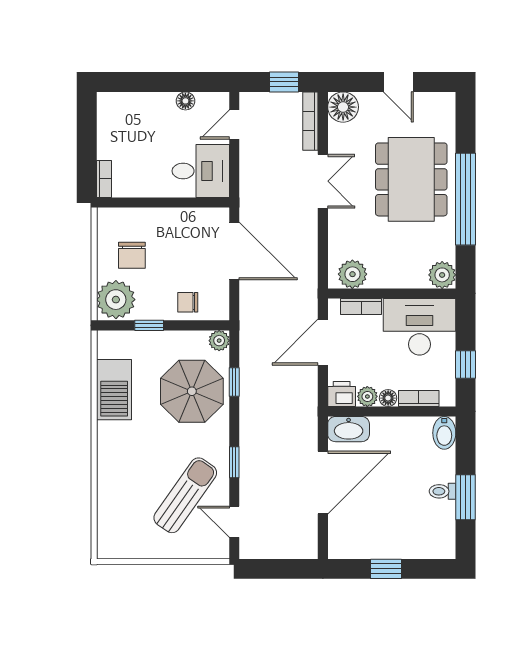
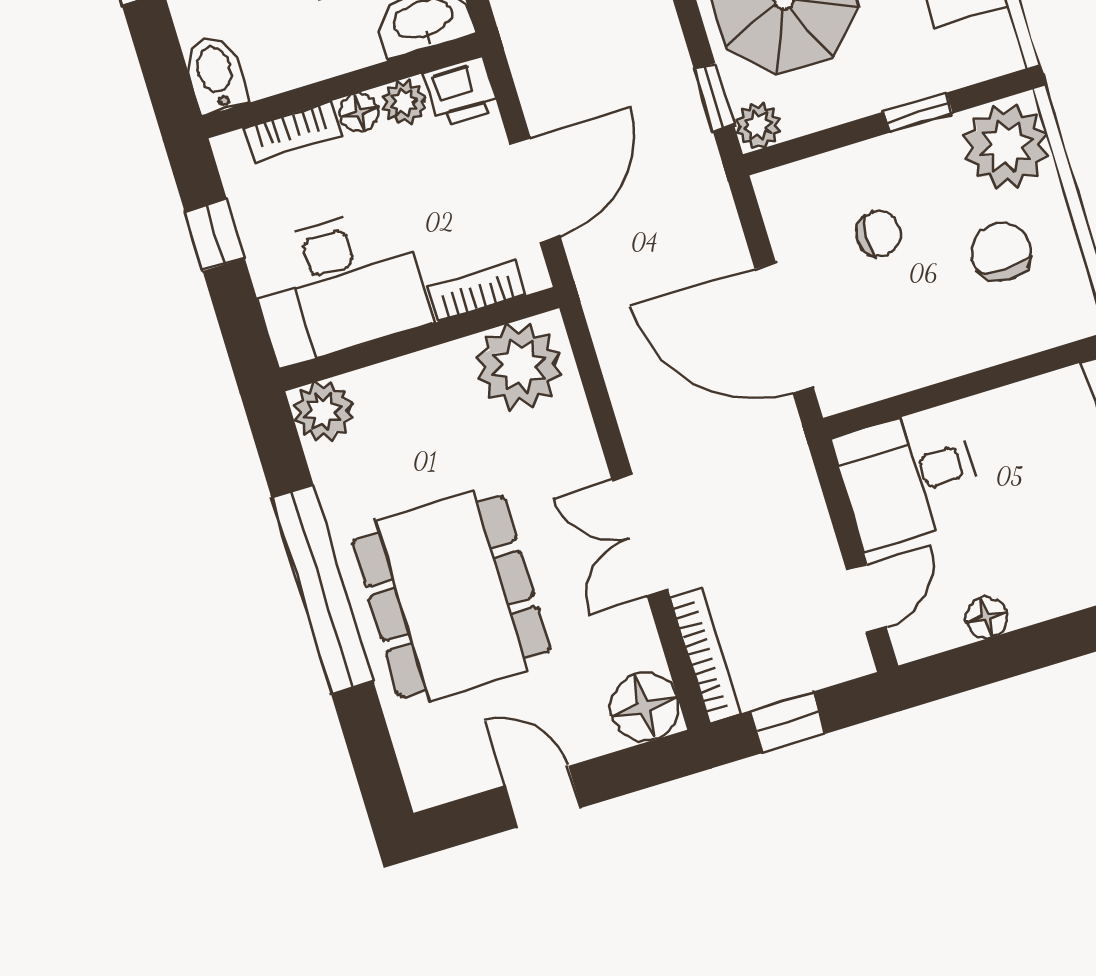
plant: (352, 274) -> (519, 366), width x1.36, depth x1.36
chair: (188, 302) -> (879, 234), moved
window: (234, 382) -> (714, 97), moved

